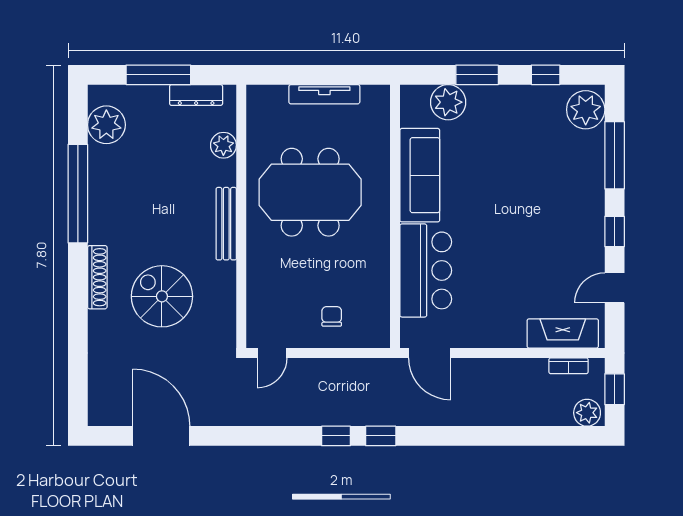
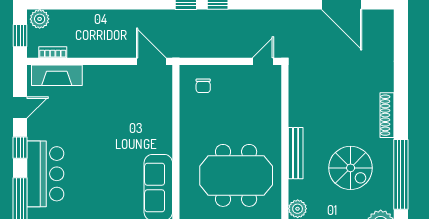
bar counter: (426, 270) -> (45, 174), moved, turned 180
spiral stairs: (162, 296) -> (351, 168), moved
chair: (332, 316) -> (203, 86), moved

